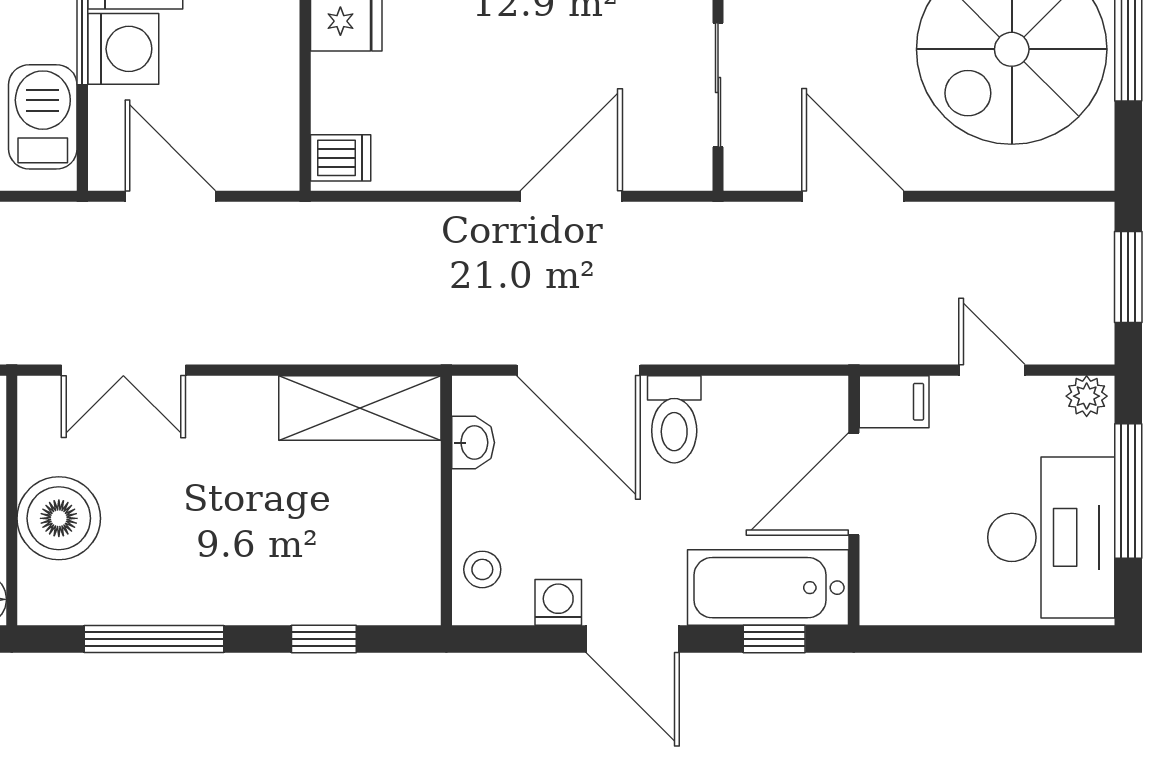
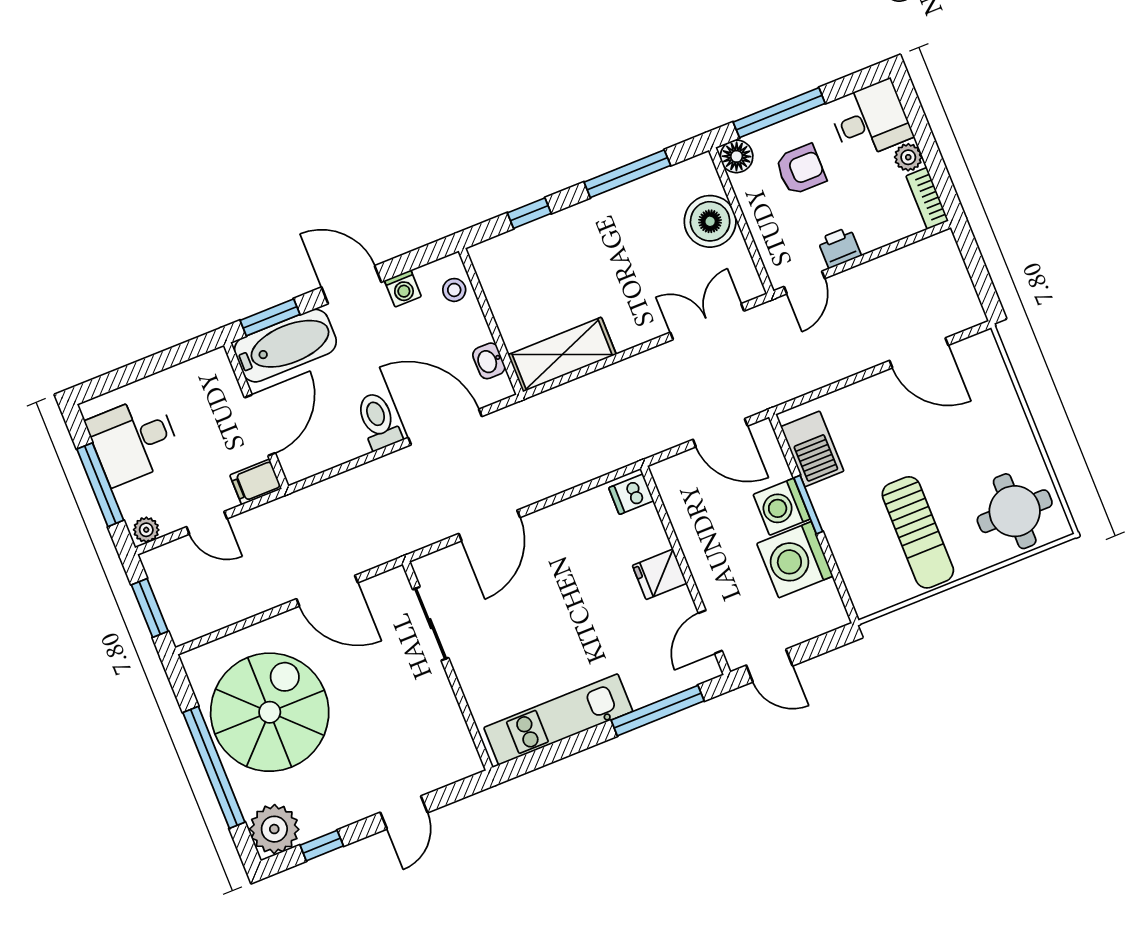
desk: (1051, 537) -> (134, 440), width x0.73
window: (774, 639) -> (270, 317), width x1.50

